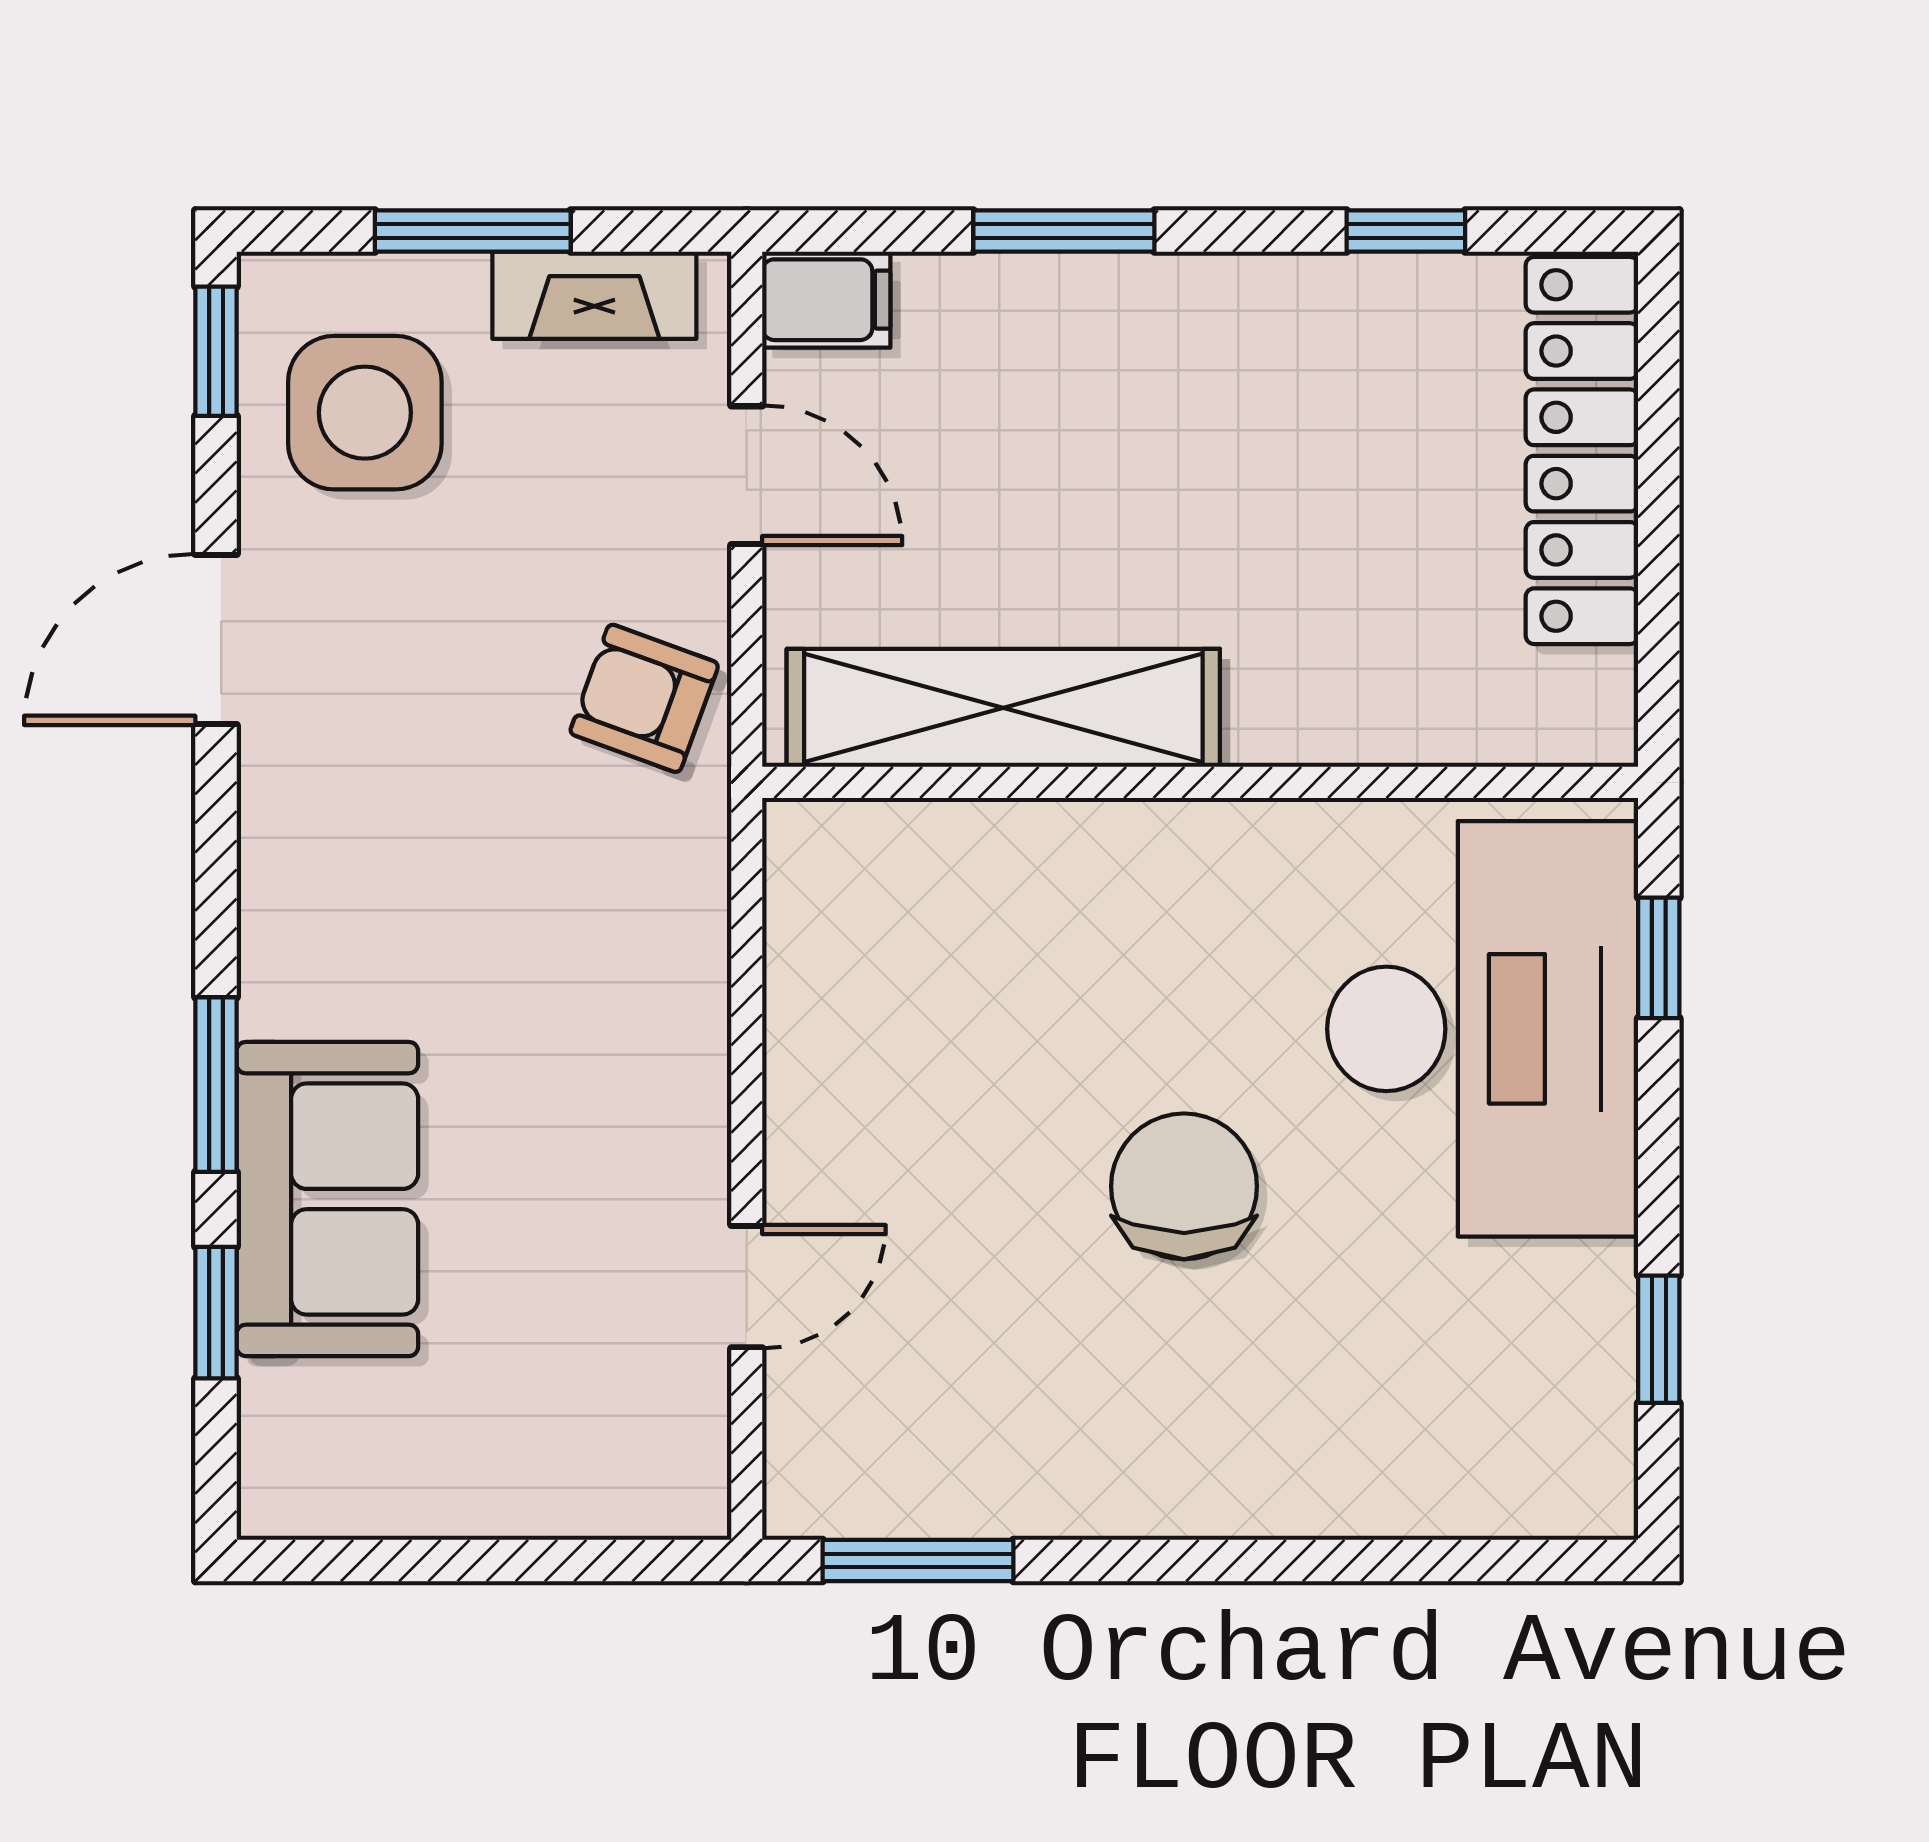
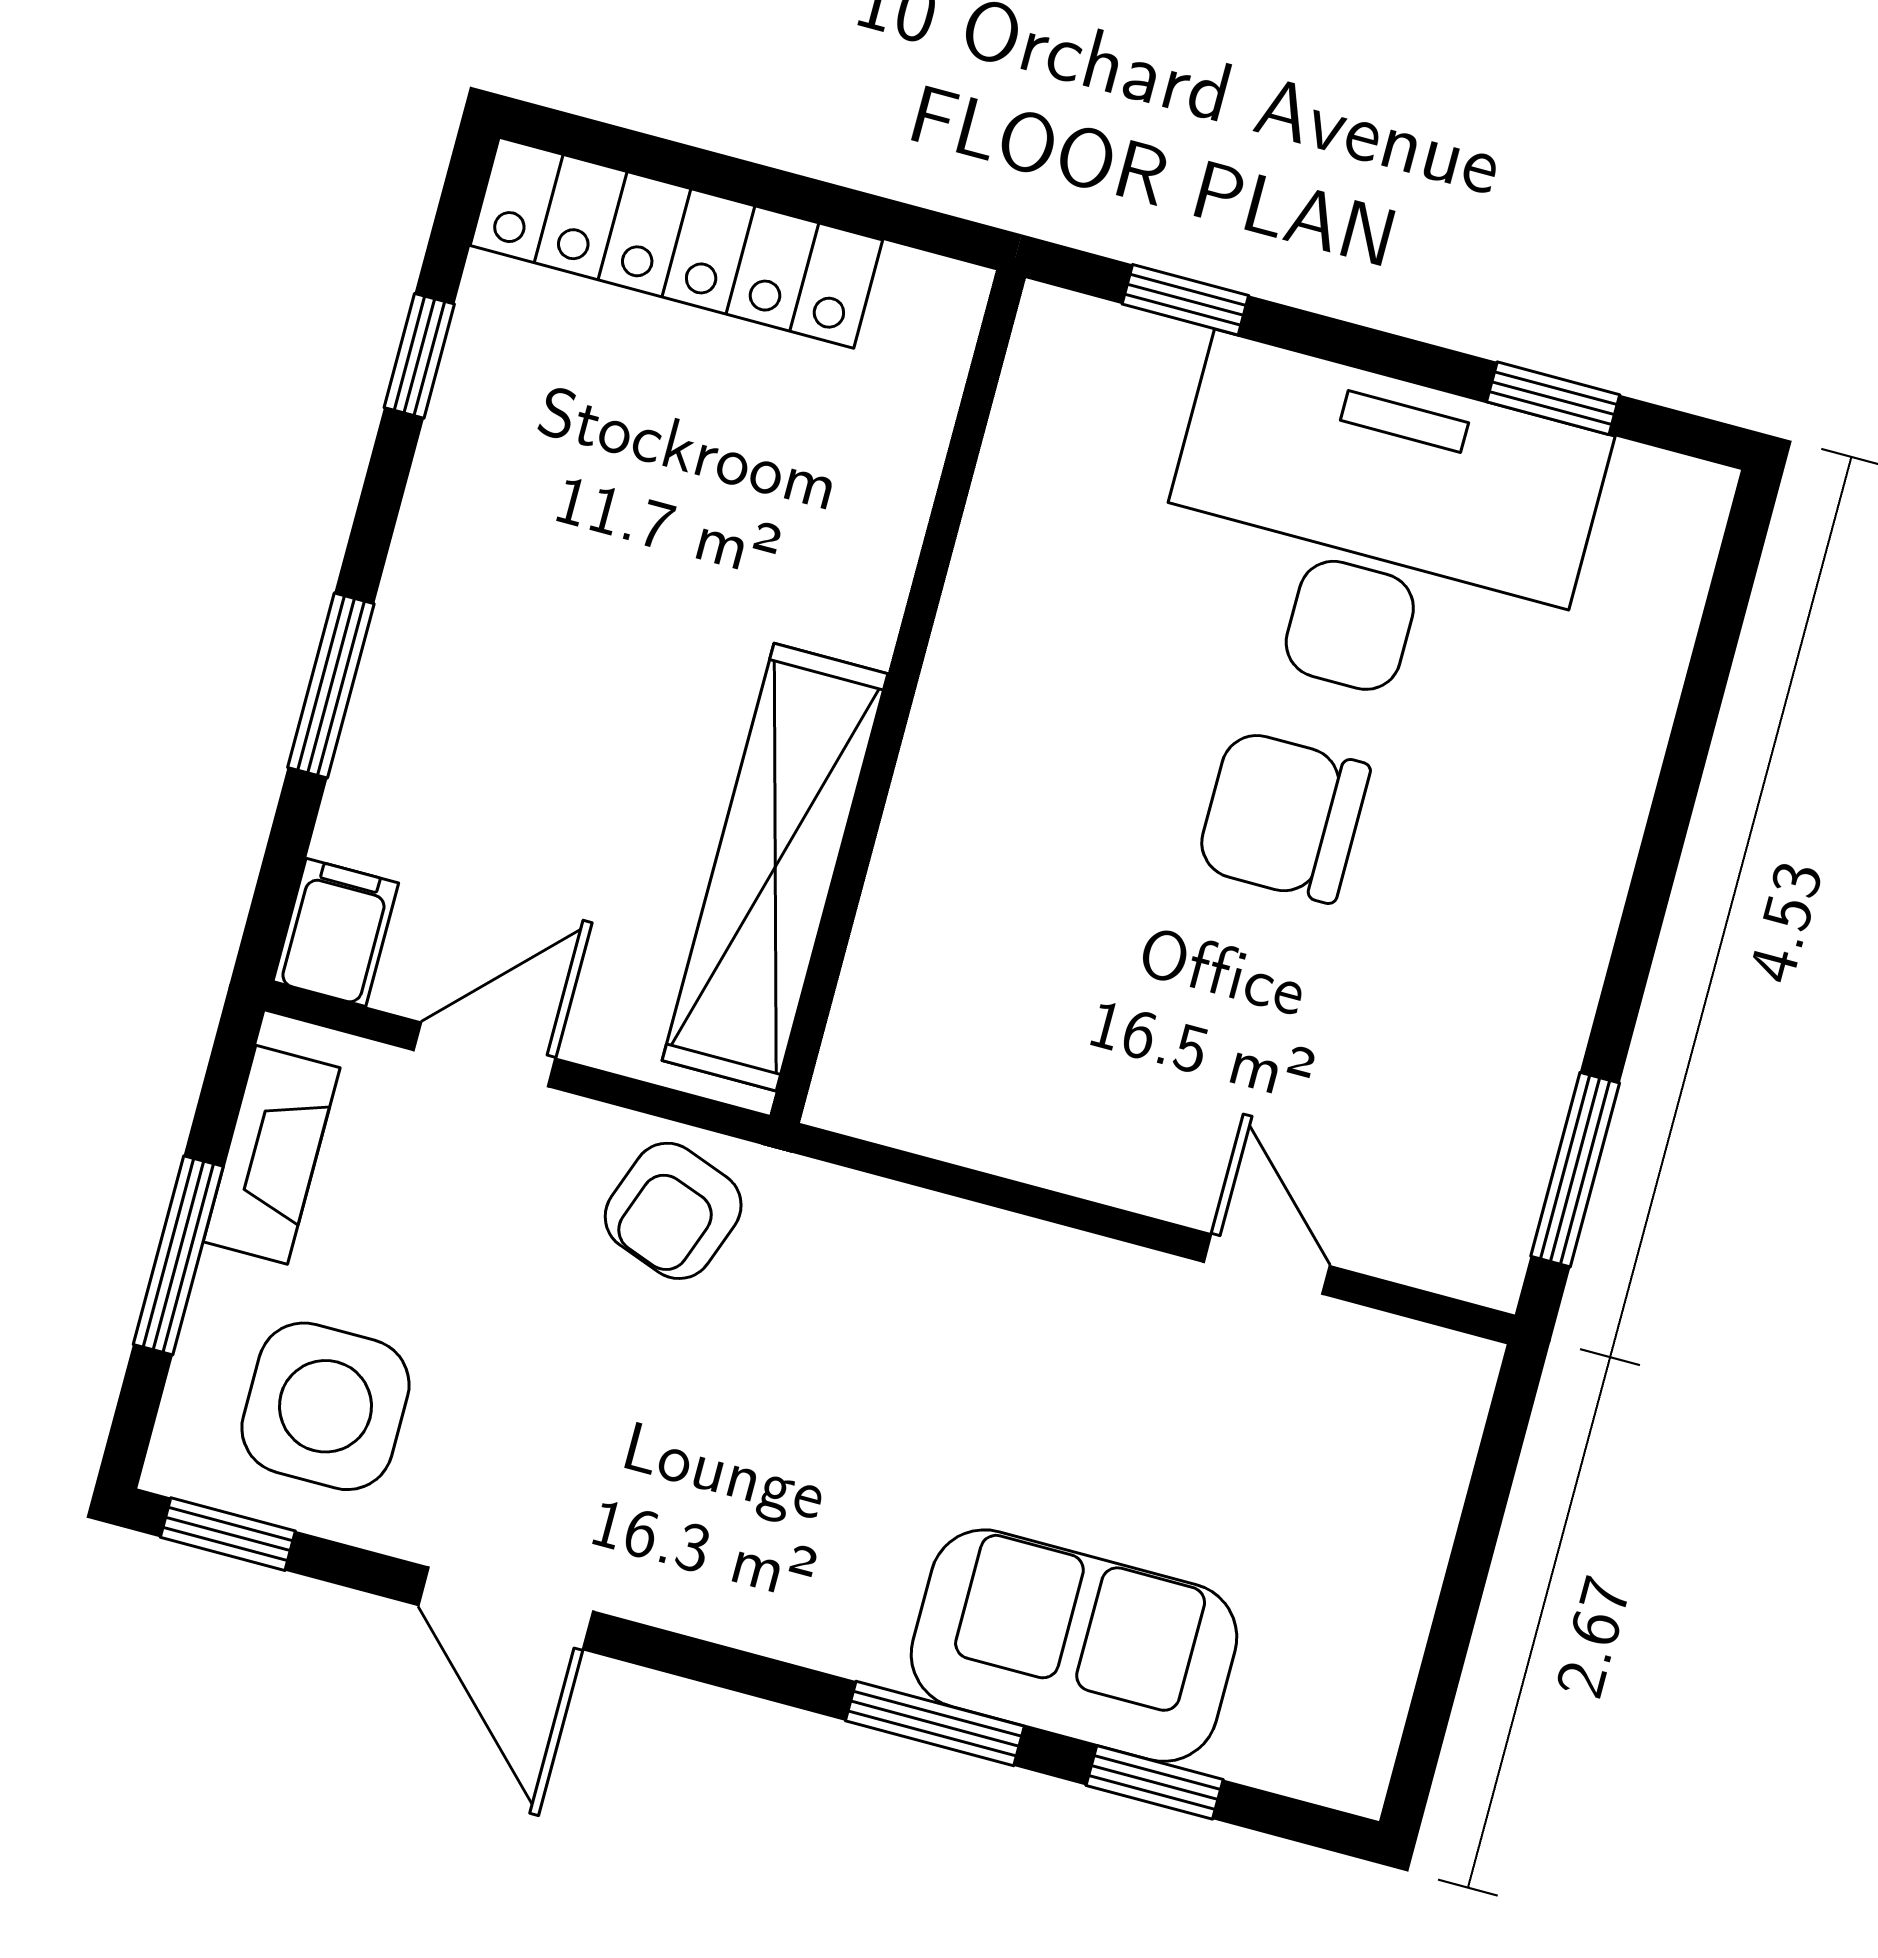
desk: (1483, 1029) -> (1375, 532), moved

